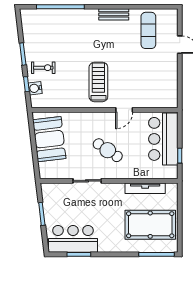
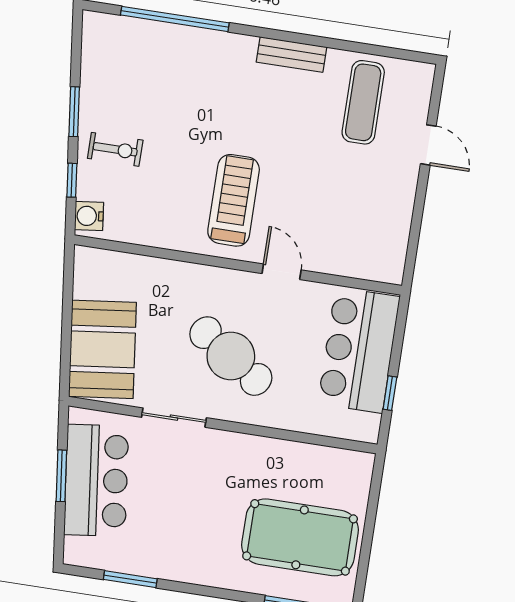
water cooler: (35, 88) -> (89, 216), moved
door: (124, 110) -> (282, 272), swing flipped
booth: (49, 139) -> (102, 349), moved
cafe table: (108, 150) -> (231, 356), width x1.37, depth x1.35
tv unit: (145, 188) -> (301, 454), removed
bar counter: (73, 239) -> (96, 480), moved, turned 83

